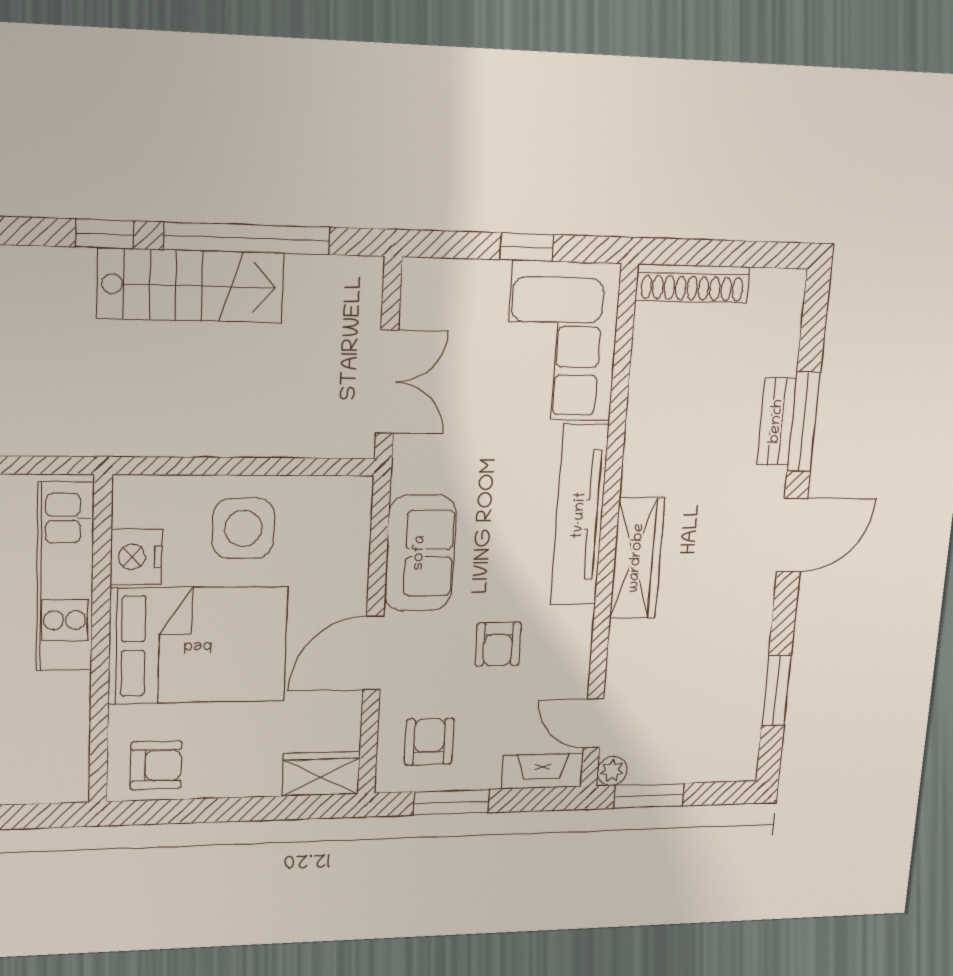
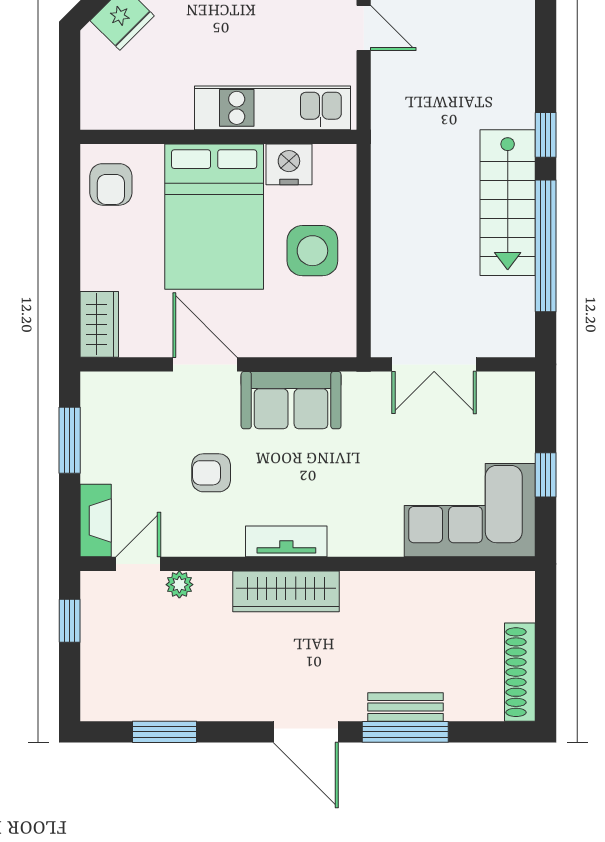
shoe rack: (693, 284) -> (520, 672), moved
tv unit: (580, 515) -> (286, 541), width x0.52, depth x0.78
armchair: (429, 742) -> (125, 417), removed
plant: (612, 771) -> (179, 585), moved
window: (649, 796) -> (70, 621), width x0.67

